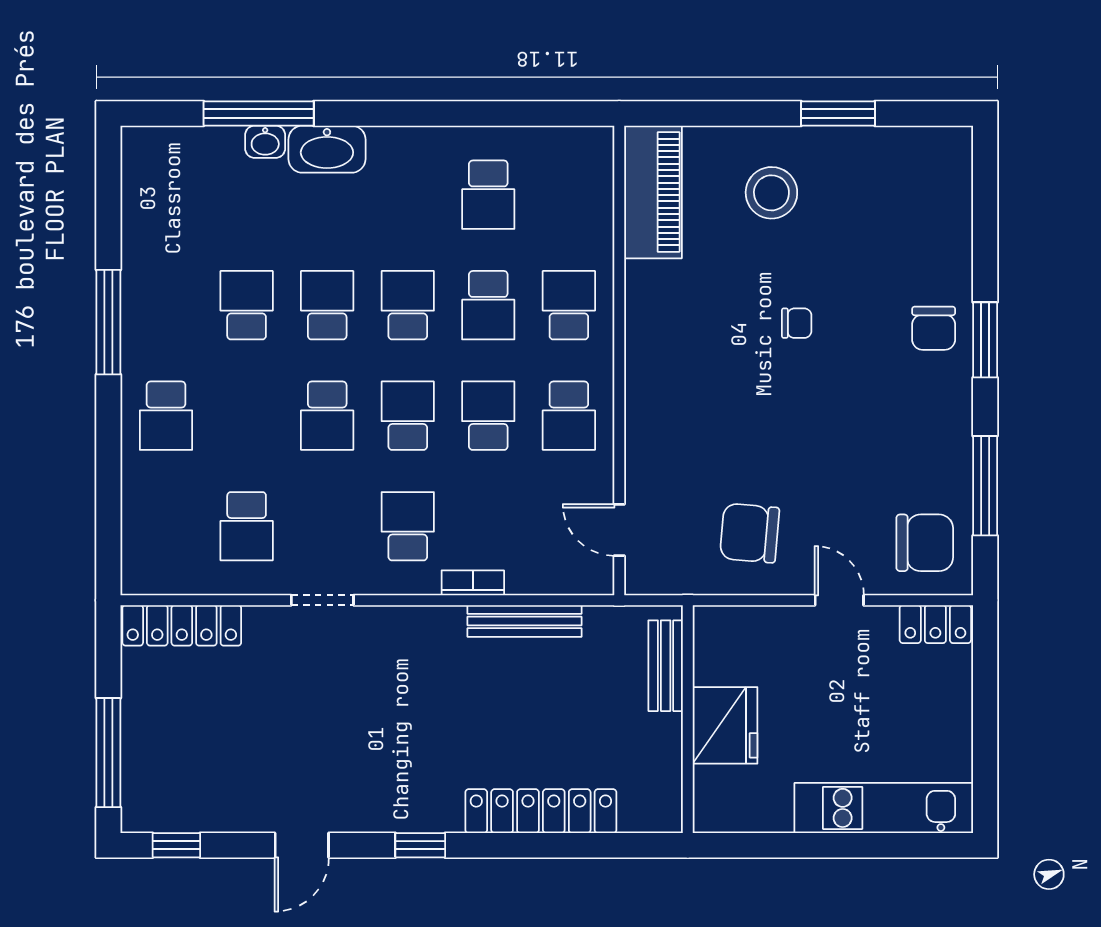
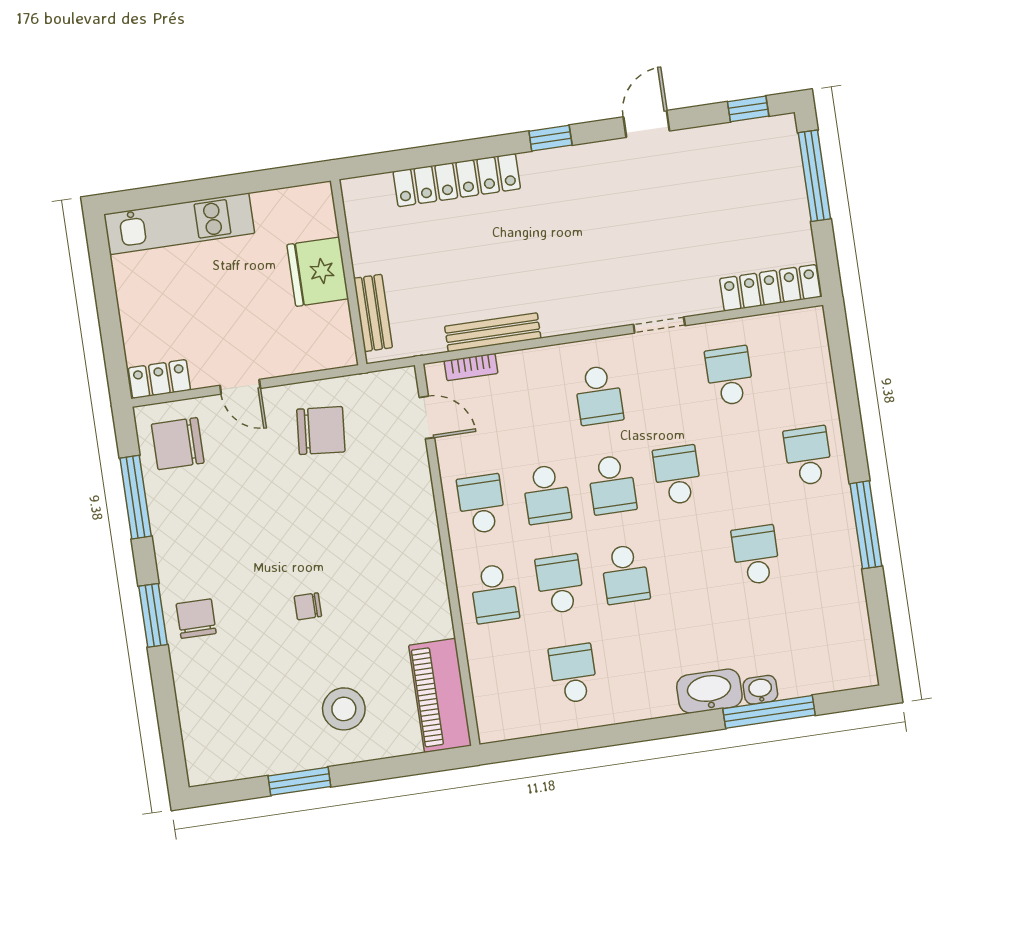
school desk: (247, 305) -> (756, 555), turned 180
school desk: (327, 305) -> (691, 565), removed
bookcase: (473, 583) -> (471, 367), moved

